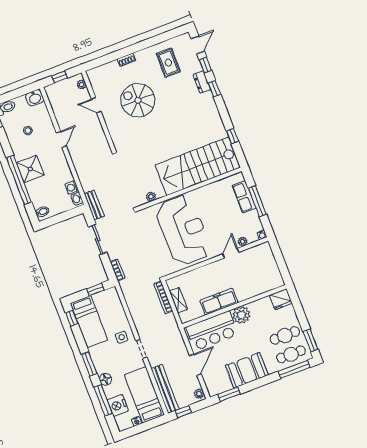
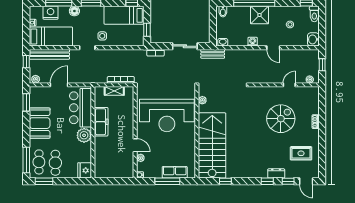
washing machine: (72, 187) -> (253, 42), moved
door: (195, 365) -> (59, 85), swing flipped

